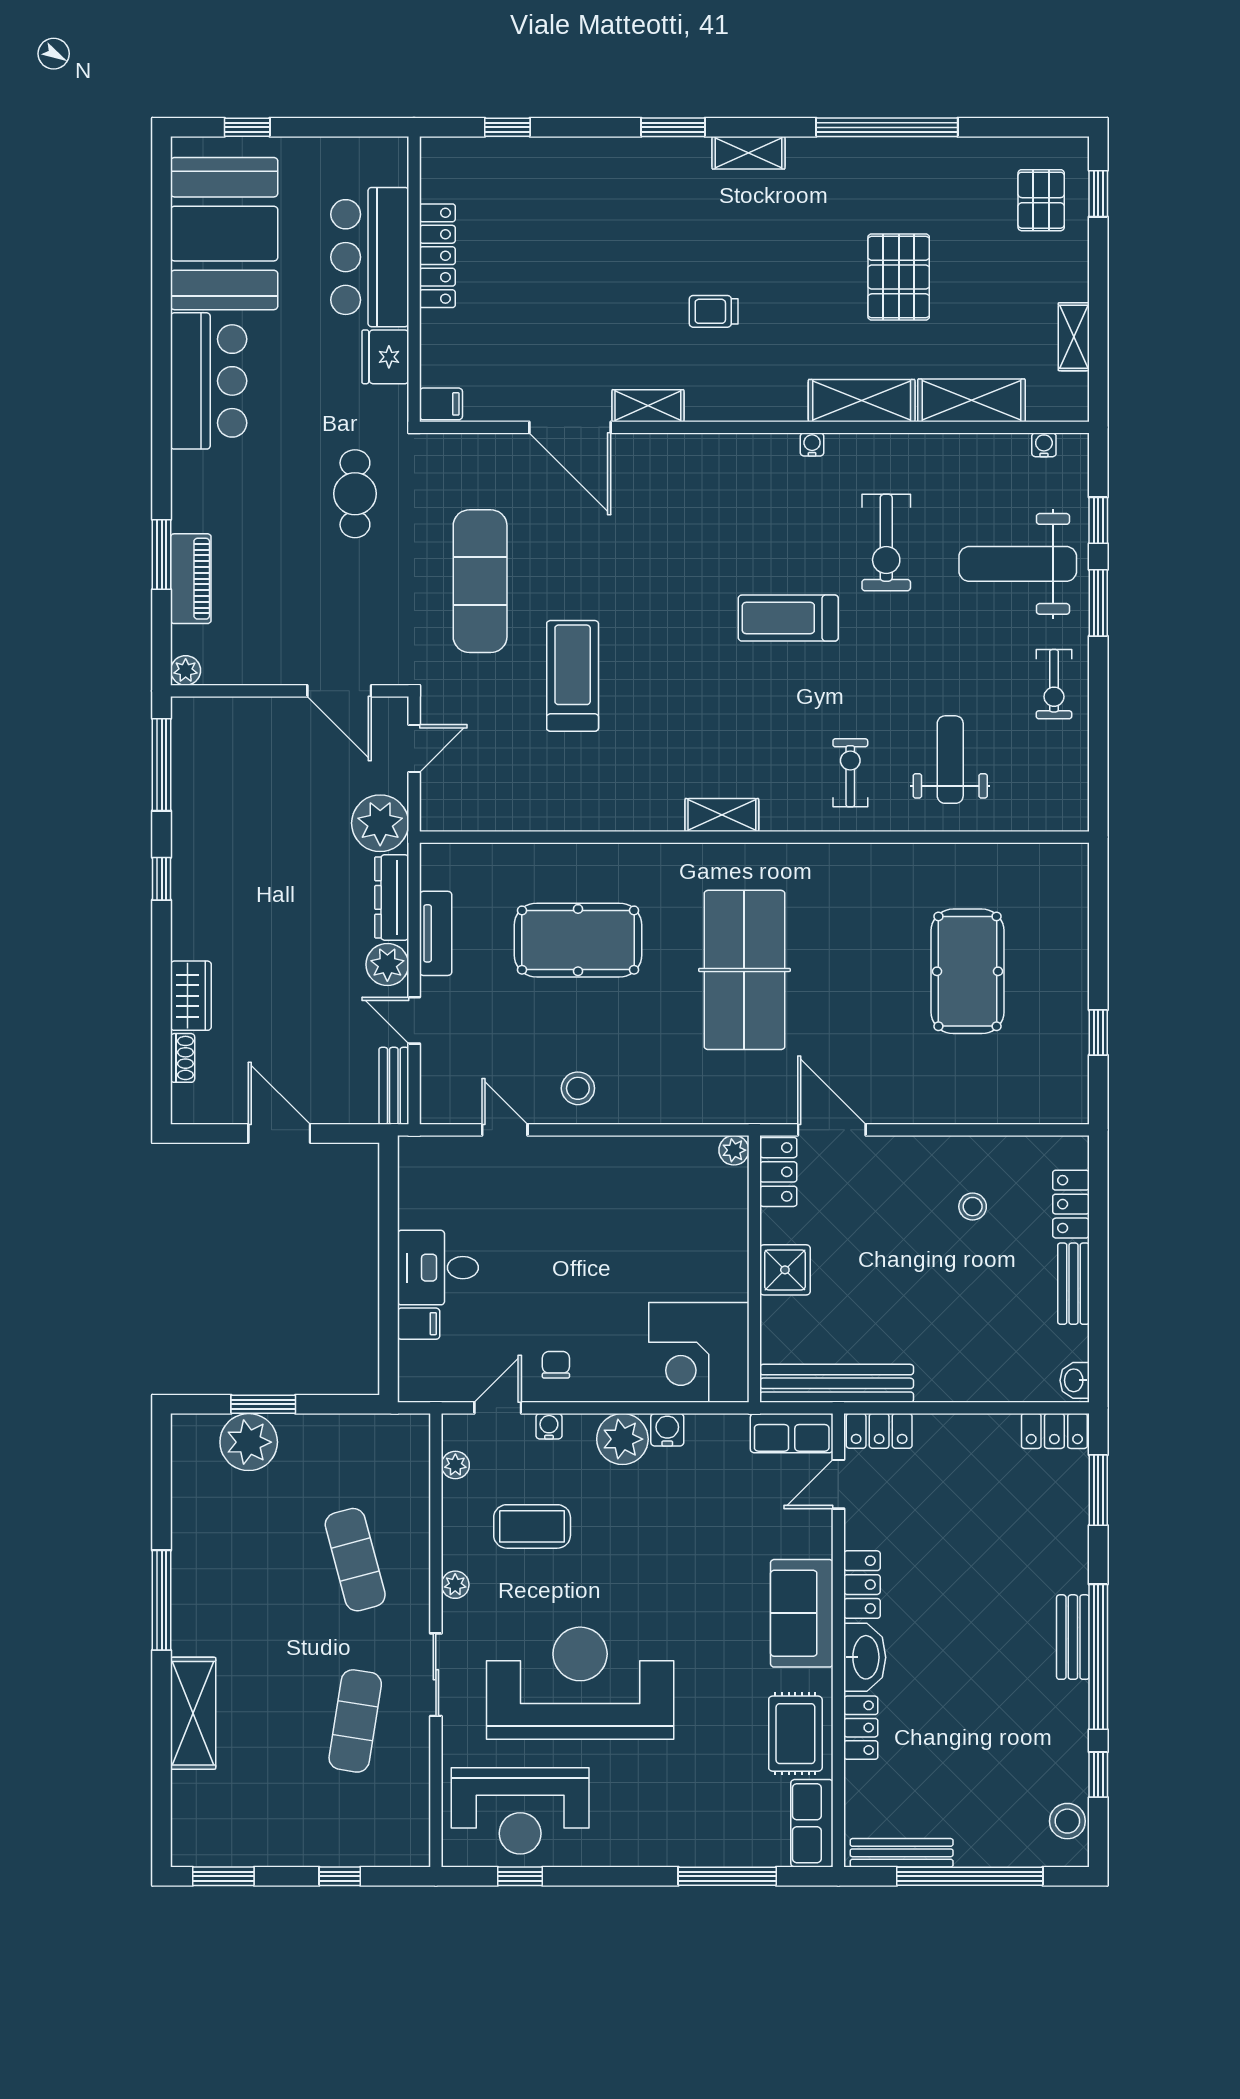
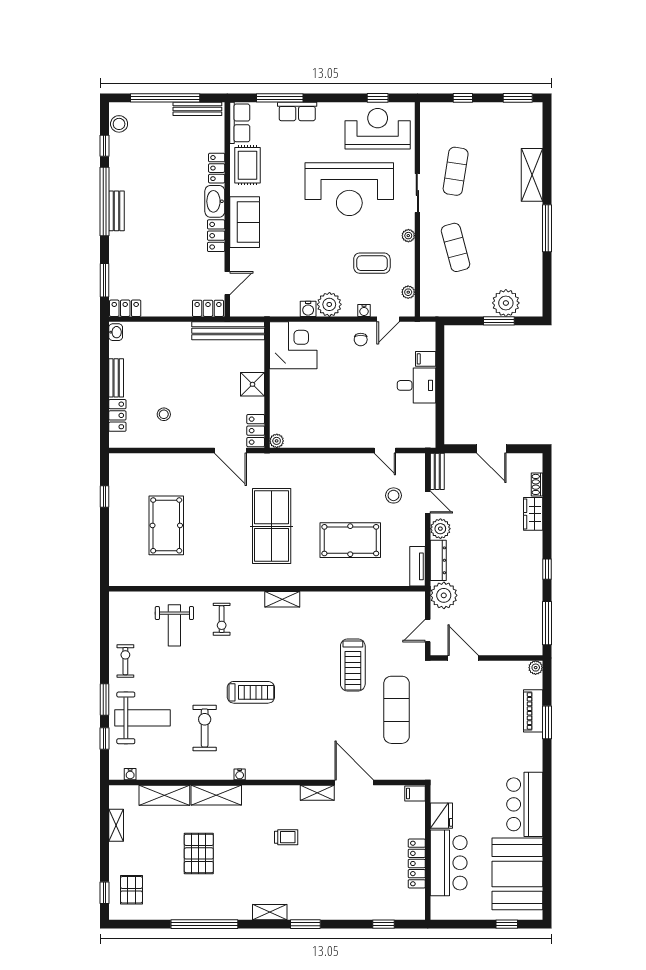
cafe table: (355, 494) -> (456, 751), removed
tv unit: (436, 933) -> (418, 566), moved
stool: (578, 1088) -> (394, 495), moved
row of seats: (792, 1433) -> (297, 111), moved, turned 180

